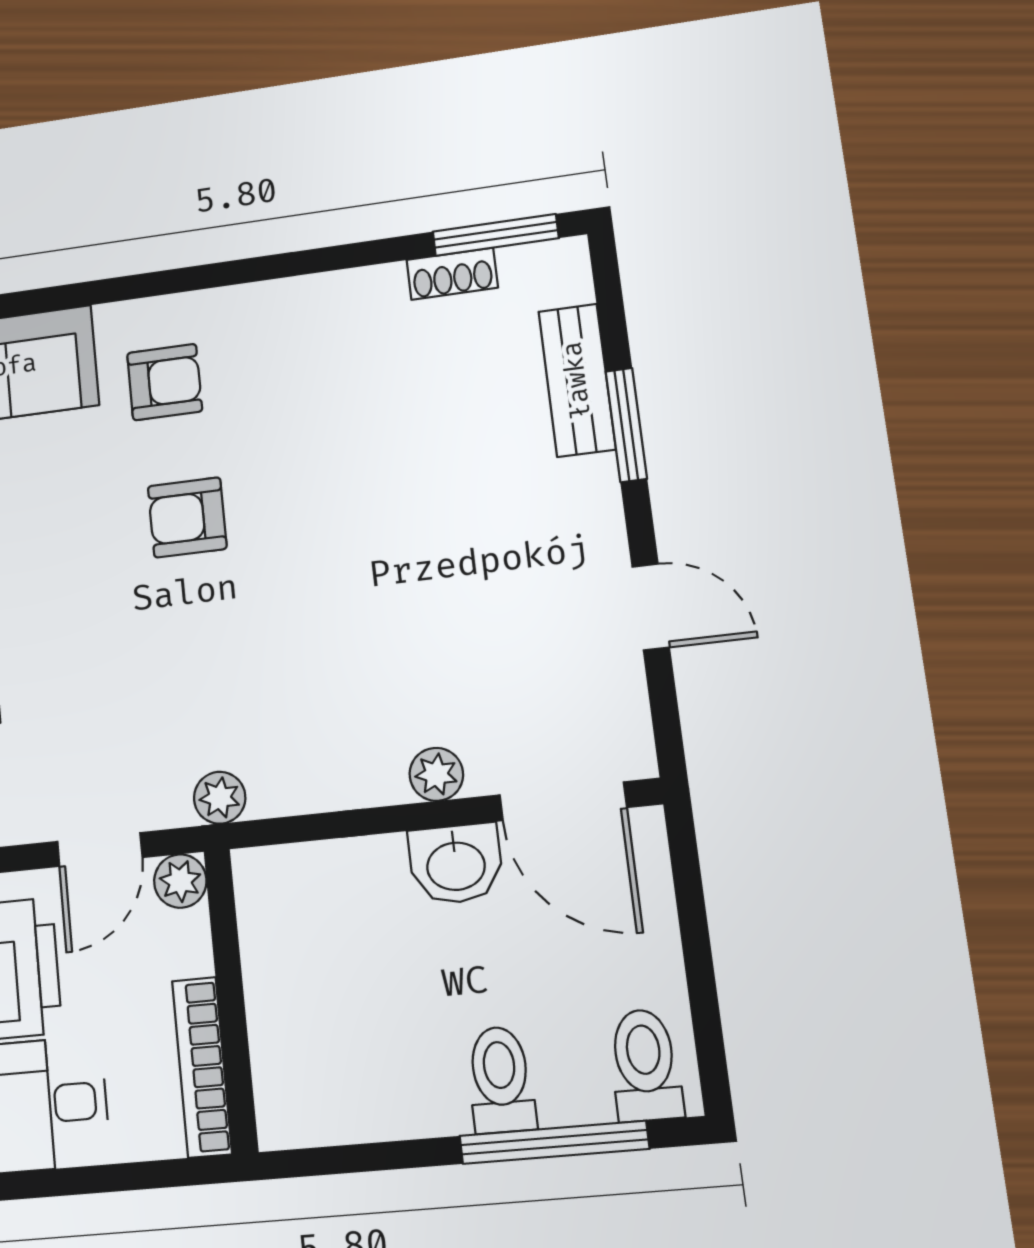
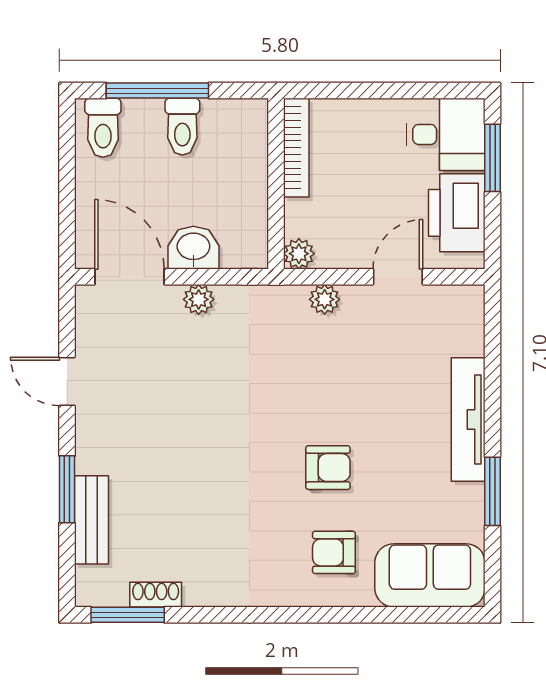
plant: (180, 881) -> (299, 254), moved
wall: (231, 1000) -> (276, 184), moved
bookcase: (202, 1067) -> (296, 148), moved

